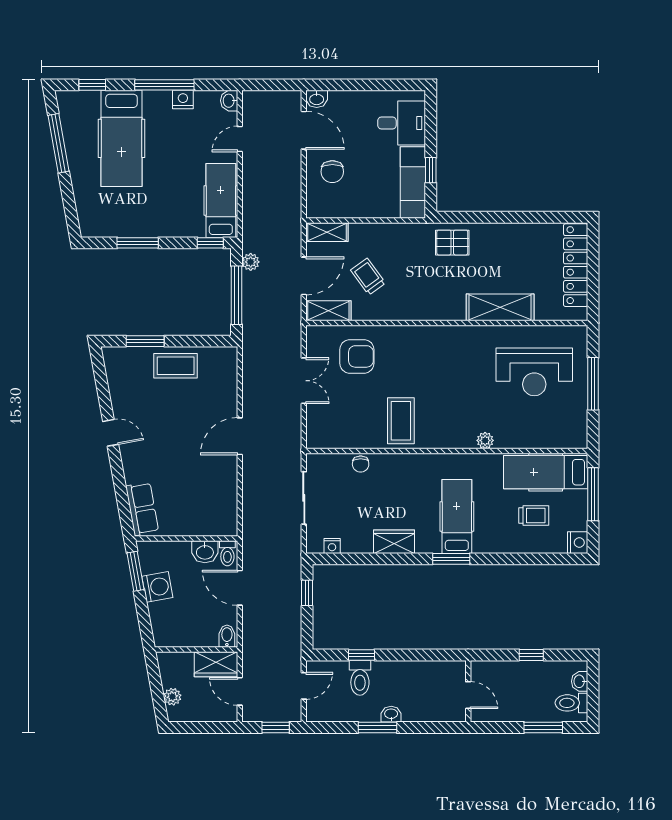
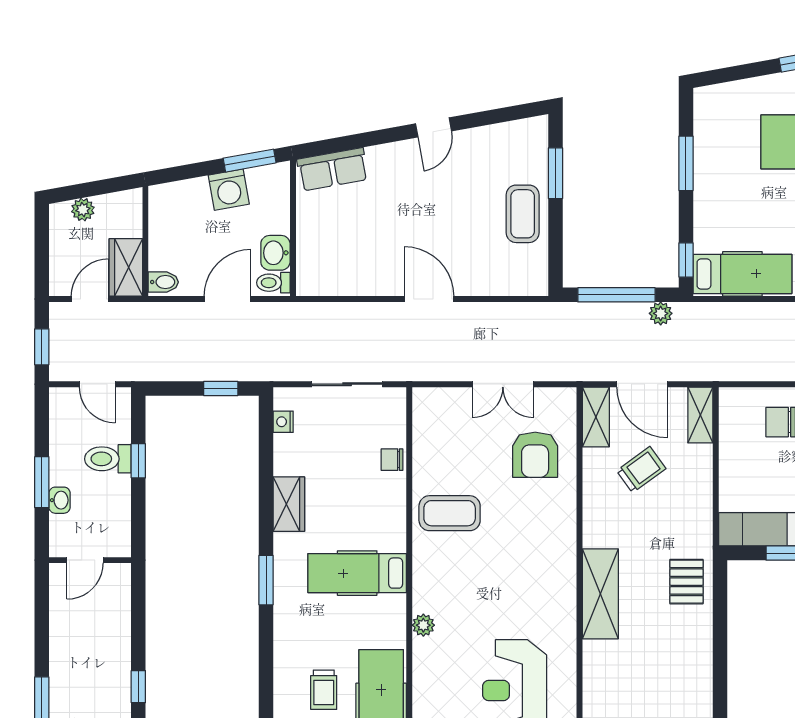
shelving: (500, 307) -> (600, 594), moved
hospital bed: (457, 516) -> (357, 573), moved, turned 180
wall: (468, 691) -> (90, 560), moved
door: (468, 695) -> (85, 560), moved

